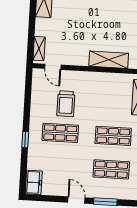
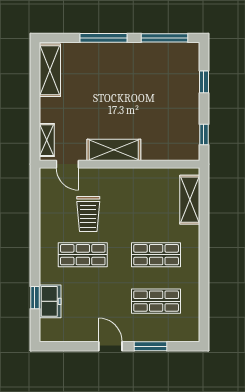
shelving: (109, 60) -> (114, 150), moved
window: (25, 139) -> (35, 298), moved
freezer: (34, 182) -> (50, 301), moved

